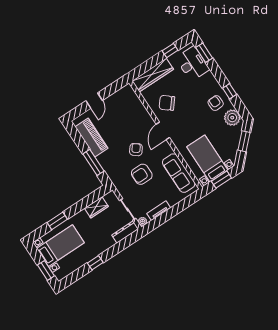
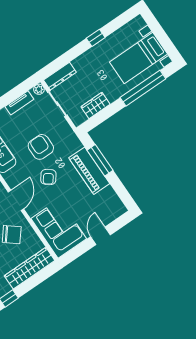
corner sofa: (128, 107) -> (59, 229), added
piano: (91, 137) -> (89, 171), moved
armchair: (142, 174) -> (41, 147), turned -90
window: (57, 221) -> (143, 88), width x2.11
window: (46, 270) -> (156, 27), removed

